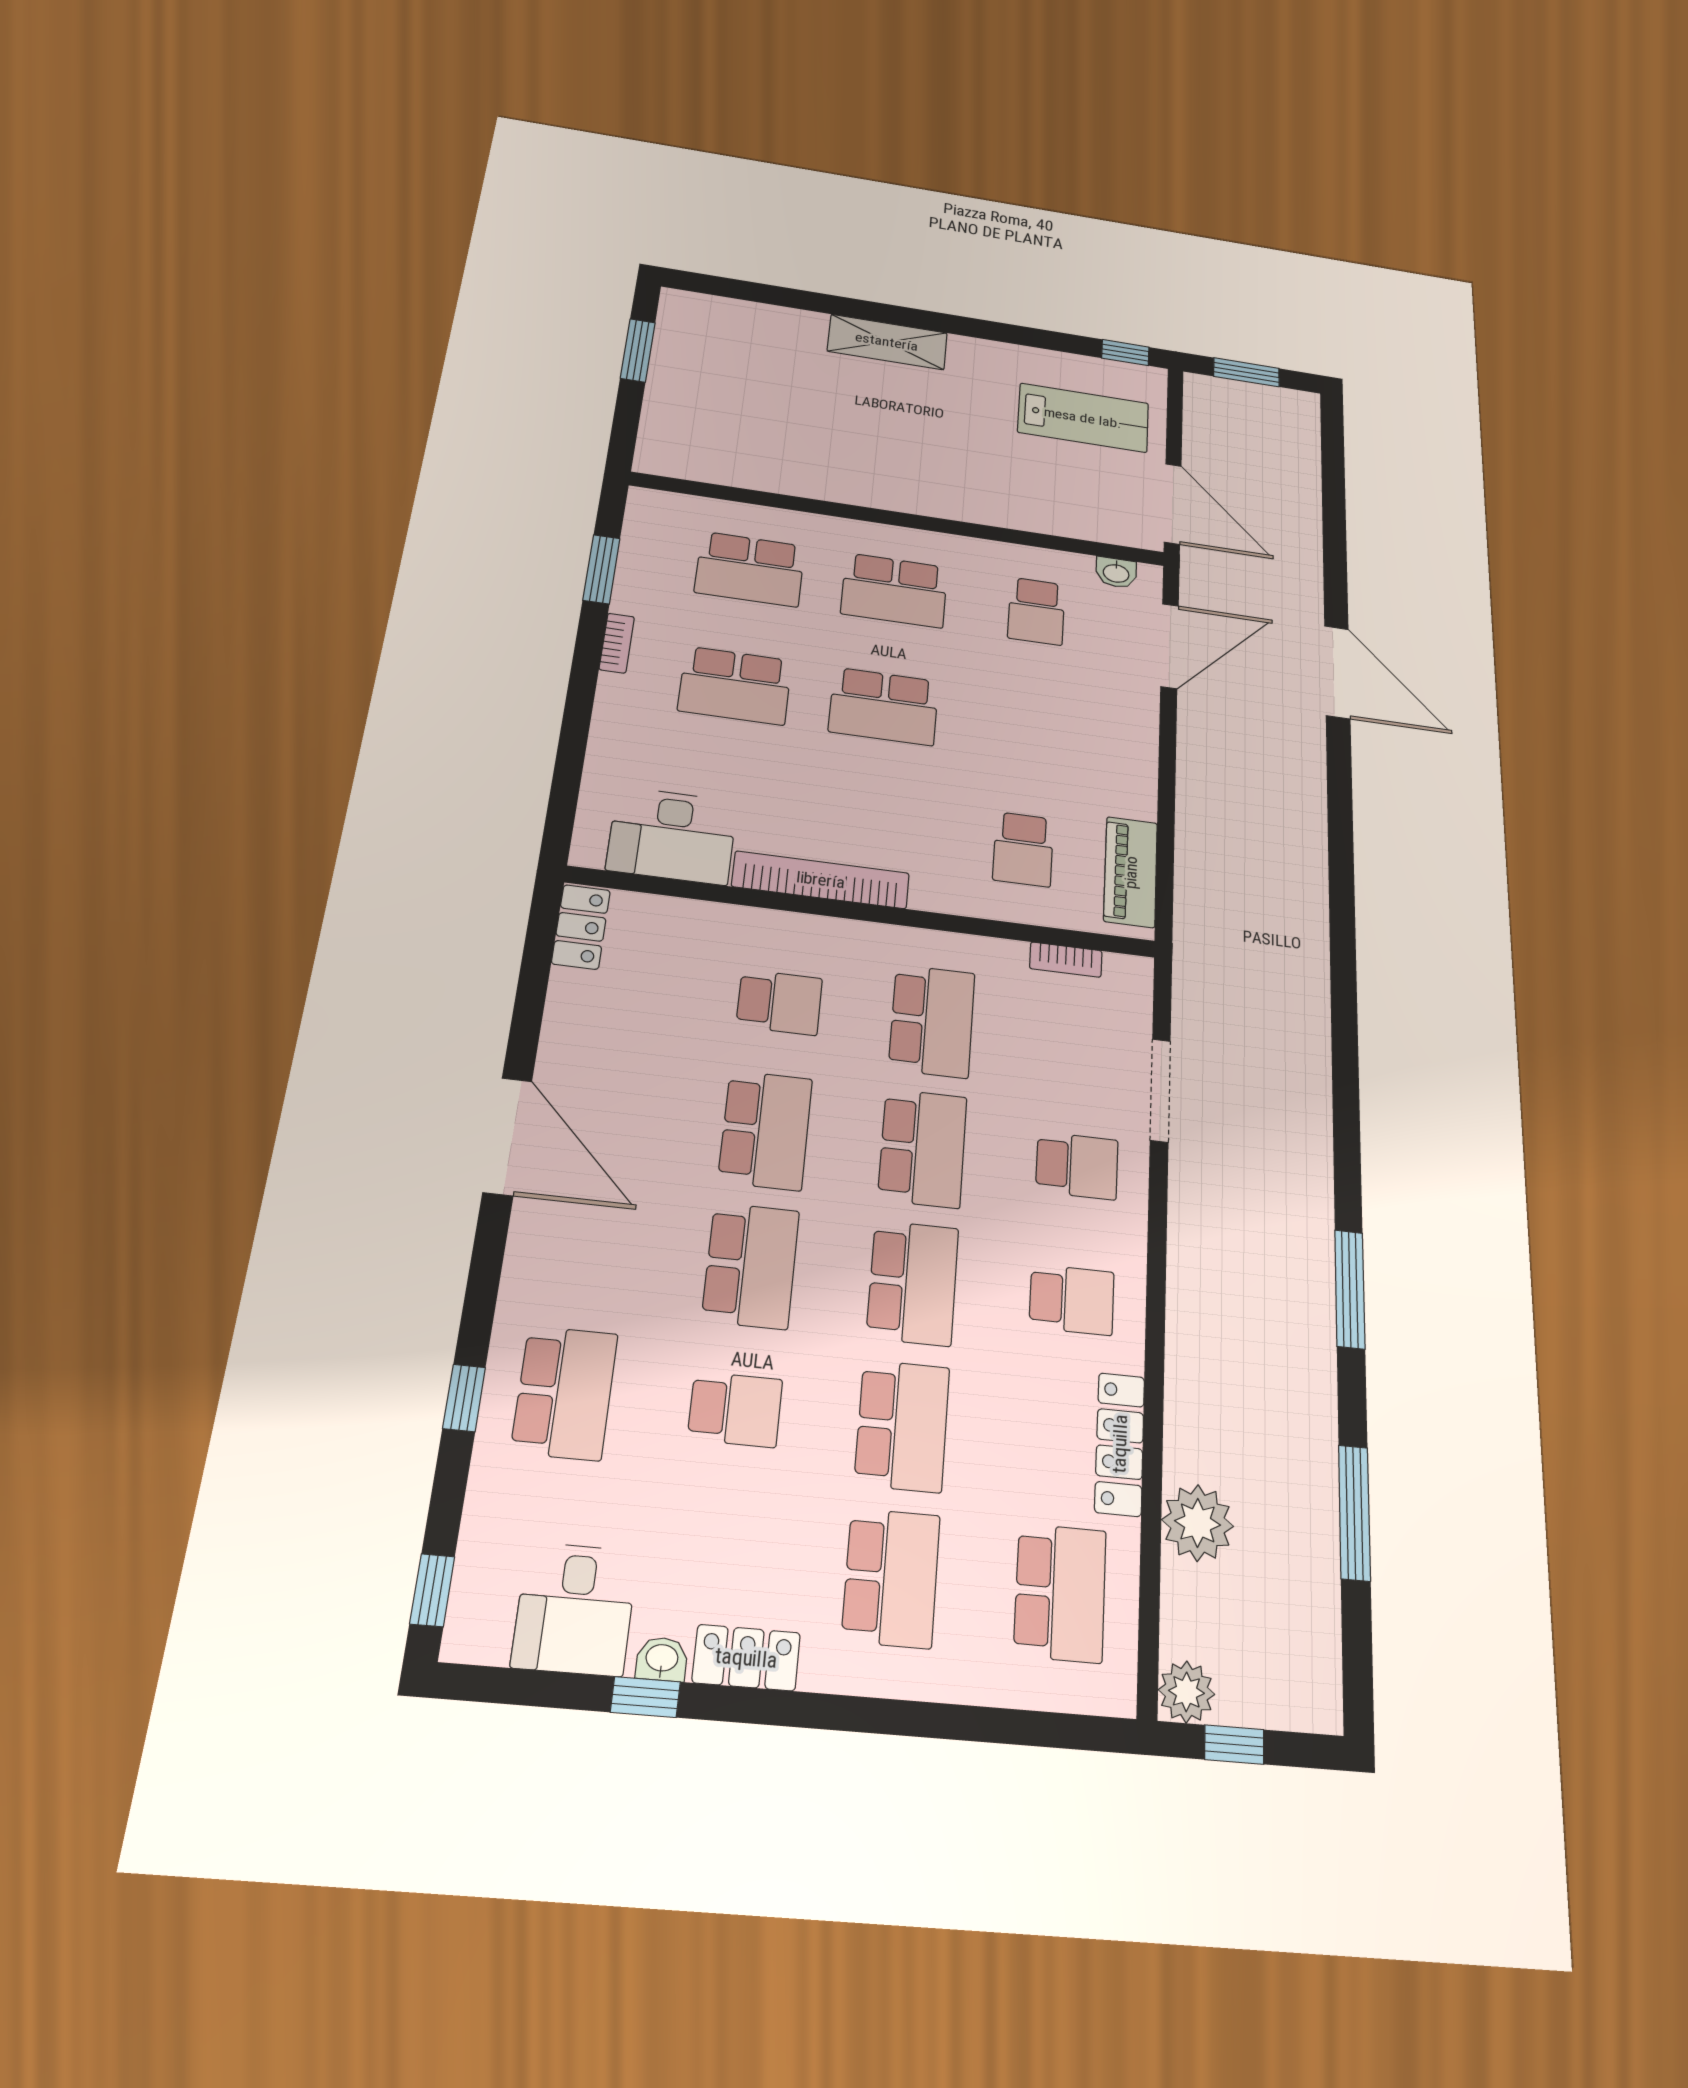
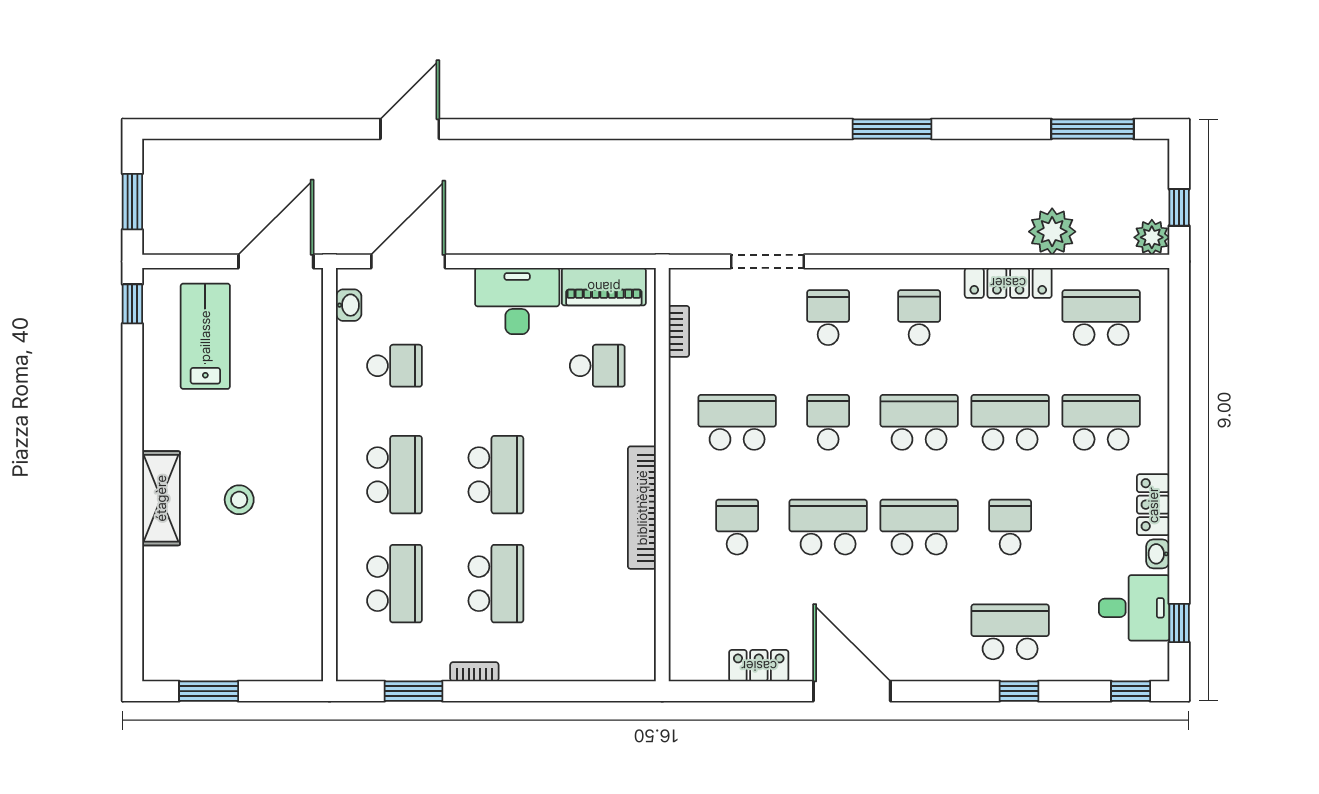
stool: (878, 420) -> (239, 500), added
door: (1170, 646) -> (408, 261), hinge flipped
door: (1337, 672) -> (410, 129), width x0.73
desk: (672, 836) -> (517, 301), moved, turned -90
locker: (581, 927) -> (759, 666), moved
door: (507, 1136) -> (852, 691), hinge flipped
school desk: (923, 1148) -> (828, 422), width x0.54
window: (1354, 1513) -> (1092, 129), moved
window: (645, 1697) -> (1179, 623), moved

